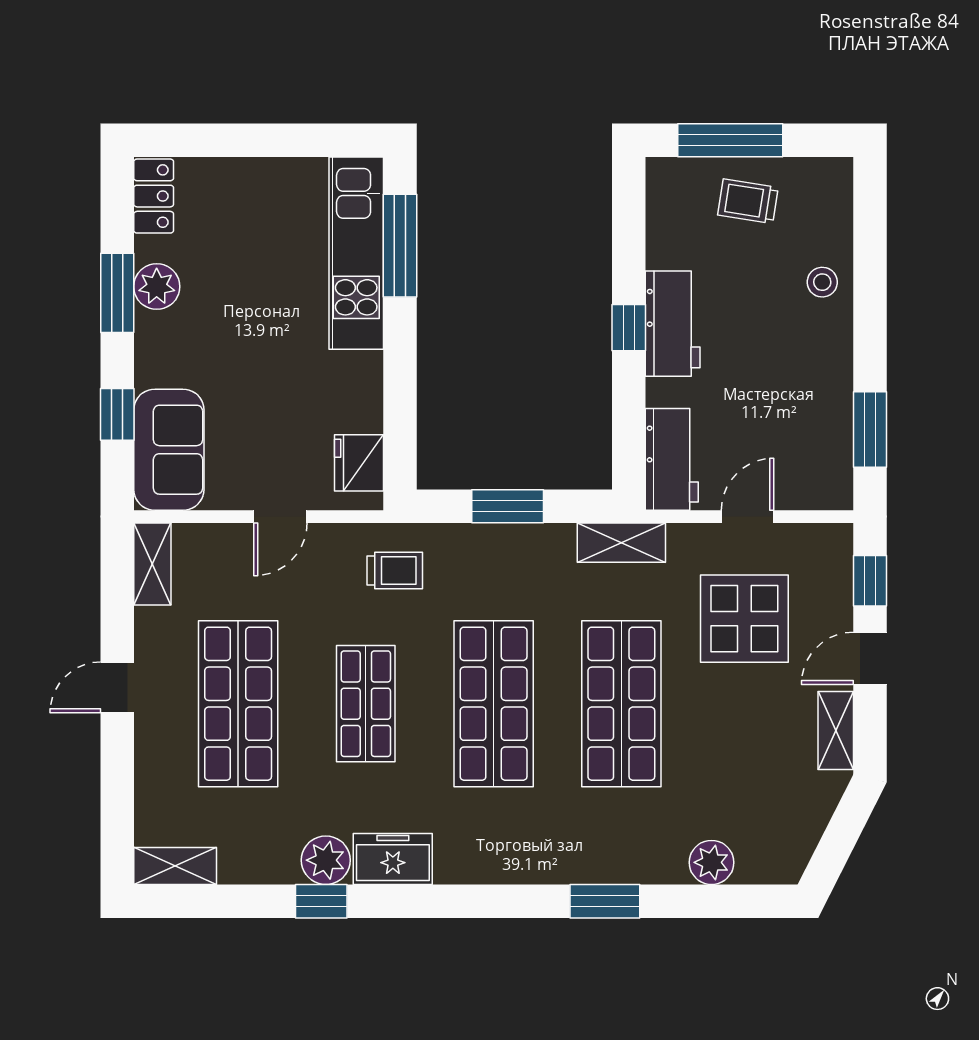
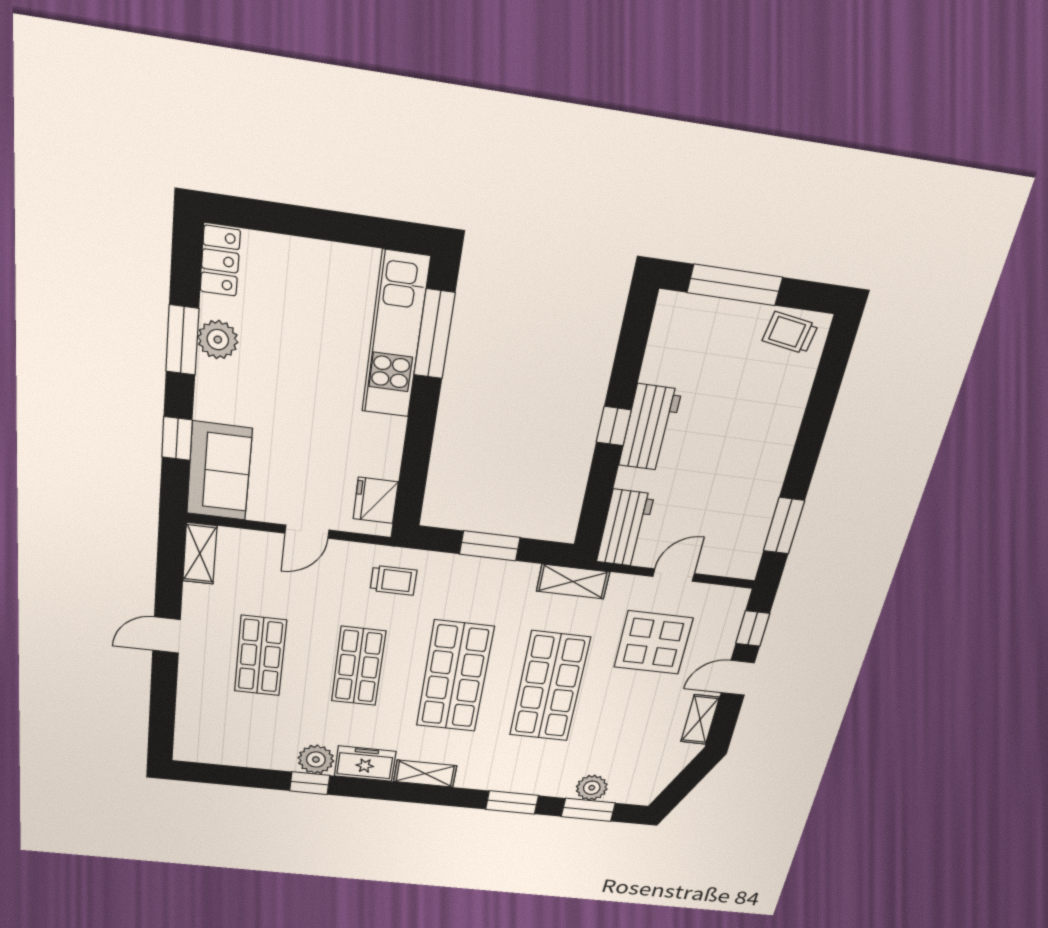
trolley: (748, 201) -> (790, 333), moved
stool: (822, 282) -> (779, 412), removed
shop shelf: (238, 704) -> (260, 656), width x0.70, depth x0.74
shelving: (175, 866) -> (425, 774), moved
window: (714, 901) -> (588, 810), added

